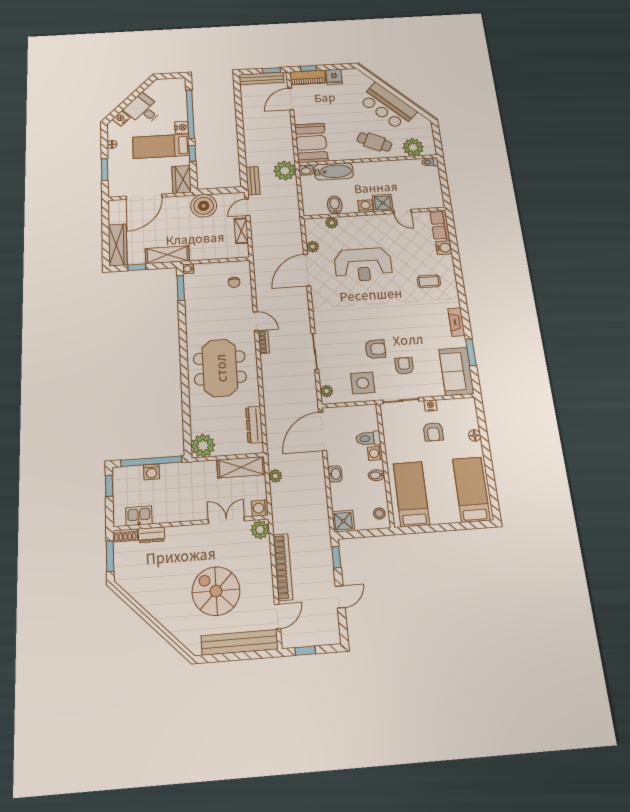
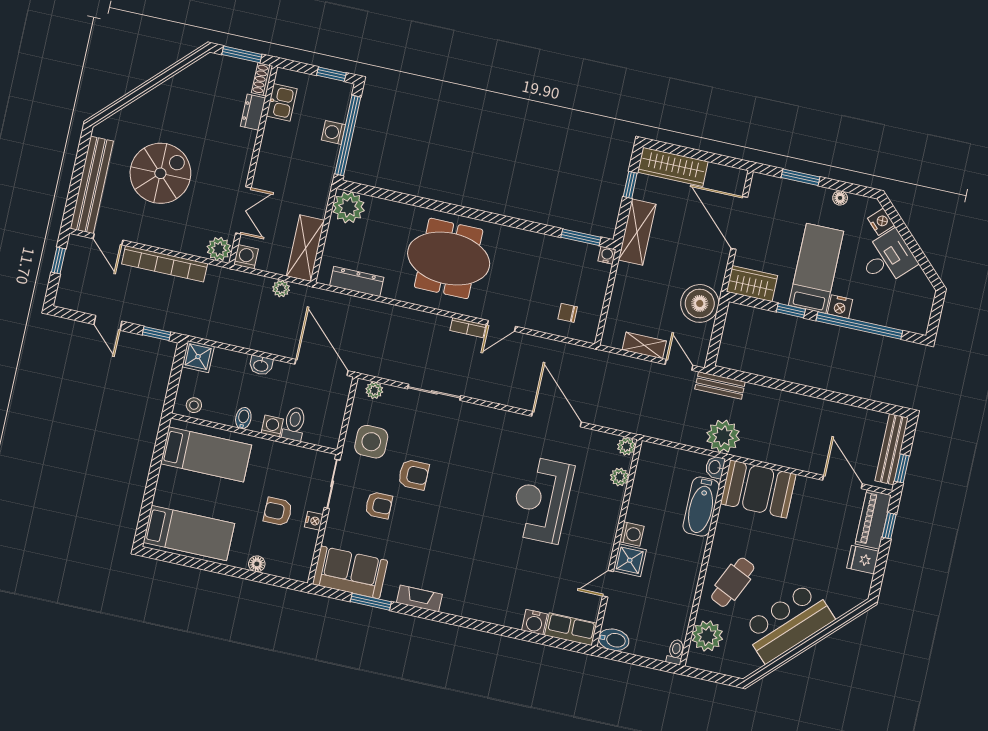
bidet: (335, 205) -> (614, 640), moved
plant: (313, 247) -> (626, 446), moved
coffee table: (429, 281) -> (490, 583), removed
armchair: (375, 349) -> (414, 475), turned -90

